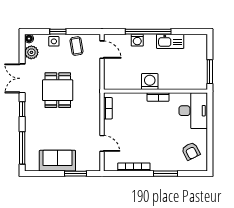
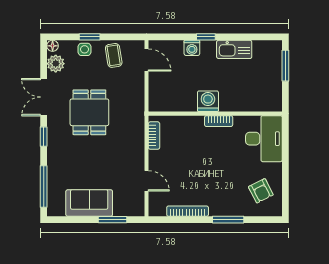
window: (148, 32) -> (206, 37), width x0.32
window: (210, 72) -> (285, 66), moved

